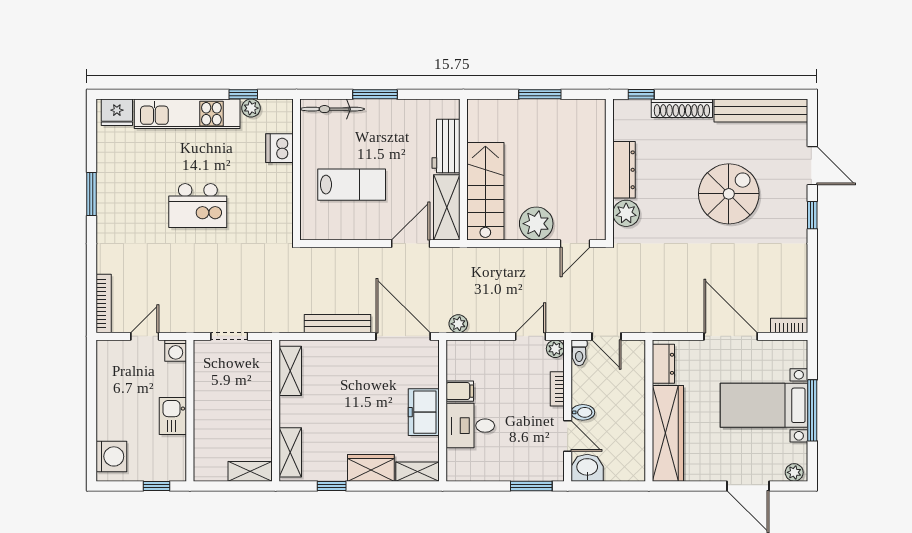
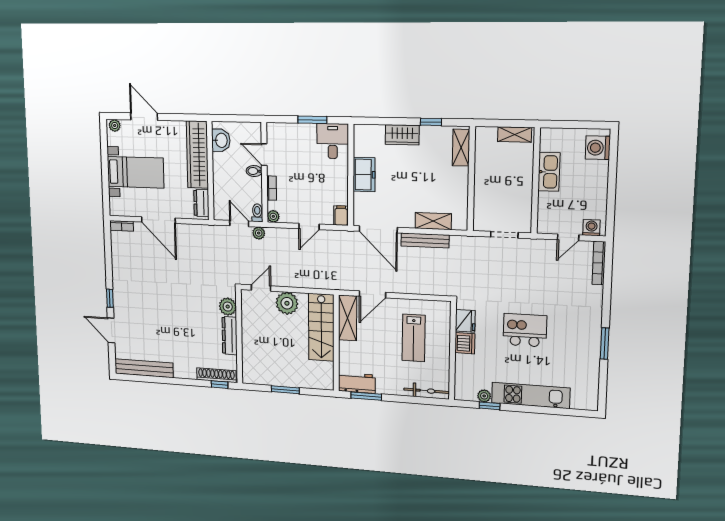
window: (375, 94) -> (366, 396), moved
shoe rack: (682, 108) -> (216, 375), moved
fridge: (117, 112) -> (465, 321), moved, turned 90
workbench: (446, 146) -> (357, 383), moved, turned -90
dishwasher: (279, 148) -> (465, 343), moved
lab bench: (352, 185) -> (414, 338), turned -90
spiral stairs: (729, 194) -> (162, 315), removed
plant: (458, 324) -> (259, 233), moved
door: (531, 336) -> (309, 226), moved
washing machine: (176, 351) -> (591, 228), moved
shelving: (290, 371) -> (433, 221), moved, turned 90
filing cabinet: (460, 391) -> (341, 216), moved, turned 90
window: (812, 410) -> (105, 168), removed
kitchen sink: (173, 416) -> (549, 172), width x1.38
desk: (470, 426) -> (333, 141), moved, turned -90
washbasin: (587, 468) -> (221, 140), moved, turned -90
shelving: (250, 471) -> (515, 135), moved
shelving: (417, 472) -> (369, 131), removed
window: (157, 486) -> (563, 124), removed
window: (531, 486) -> (312, 120), moved

